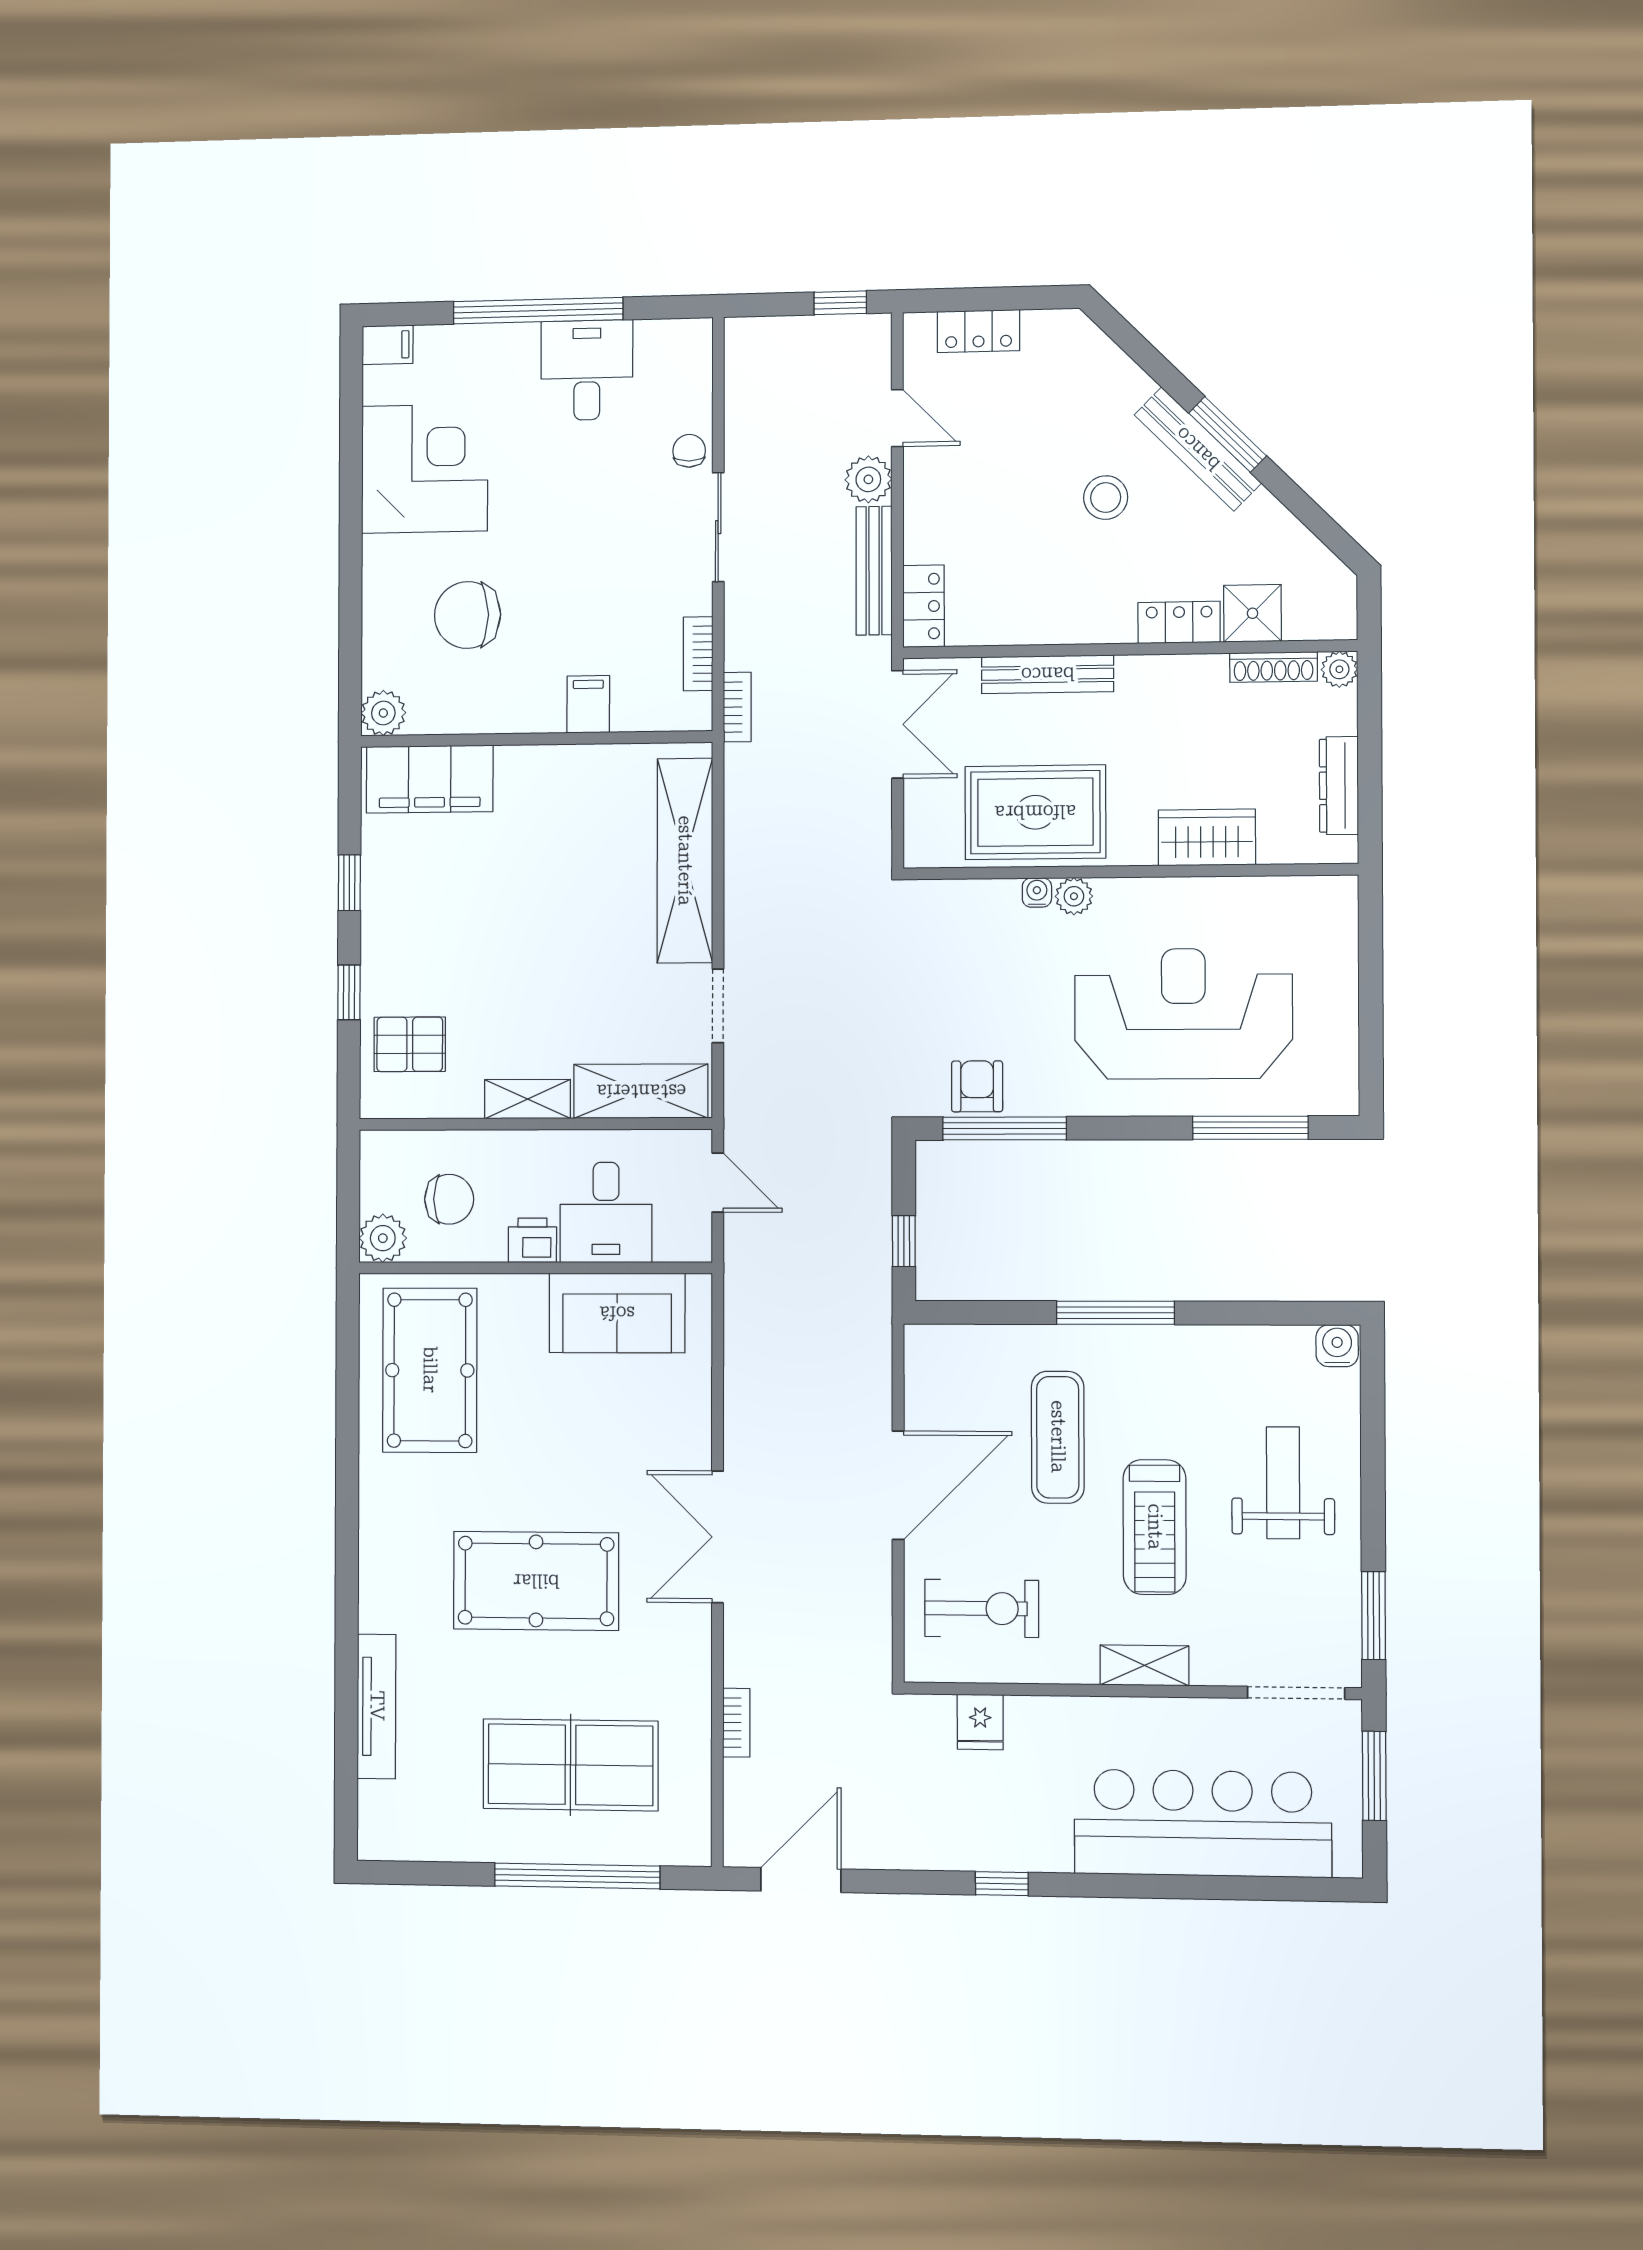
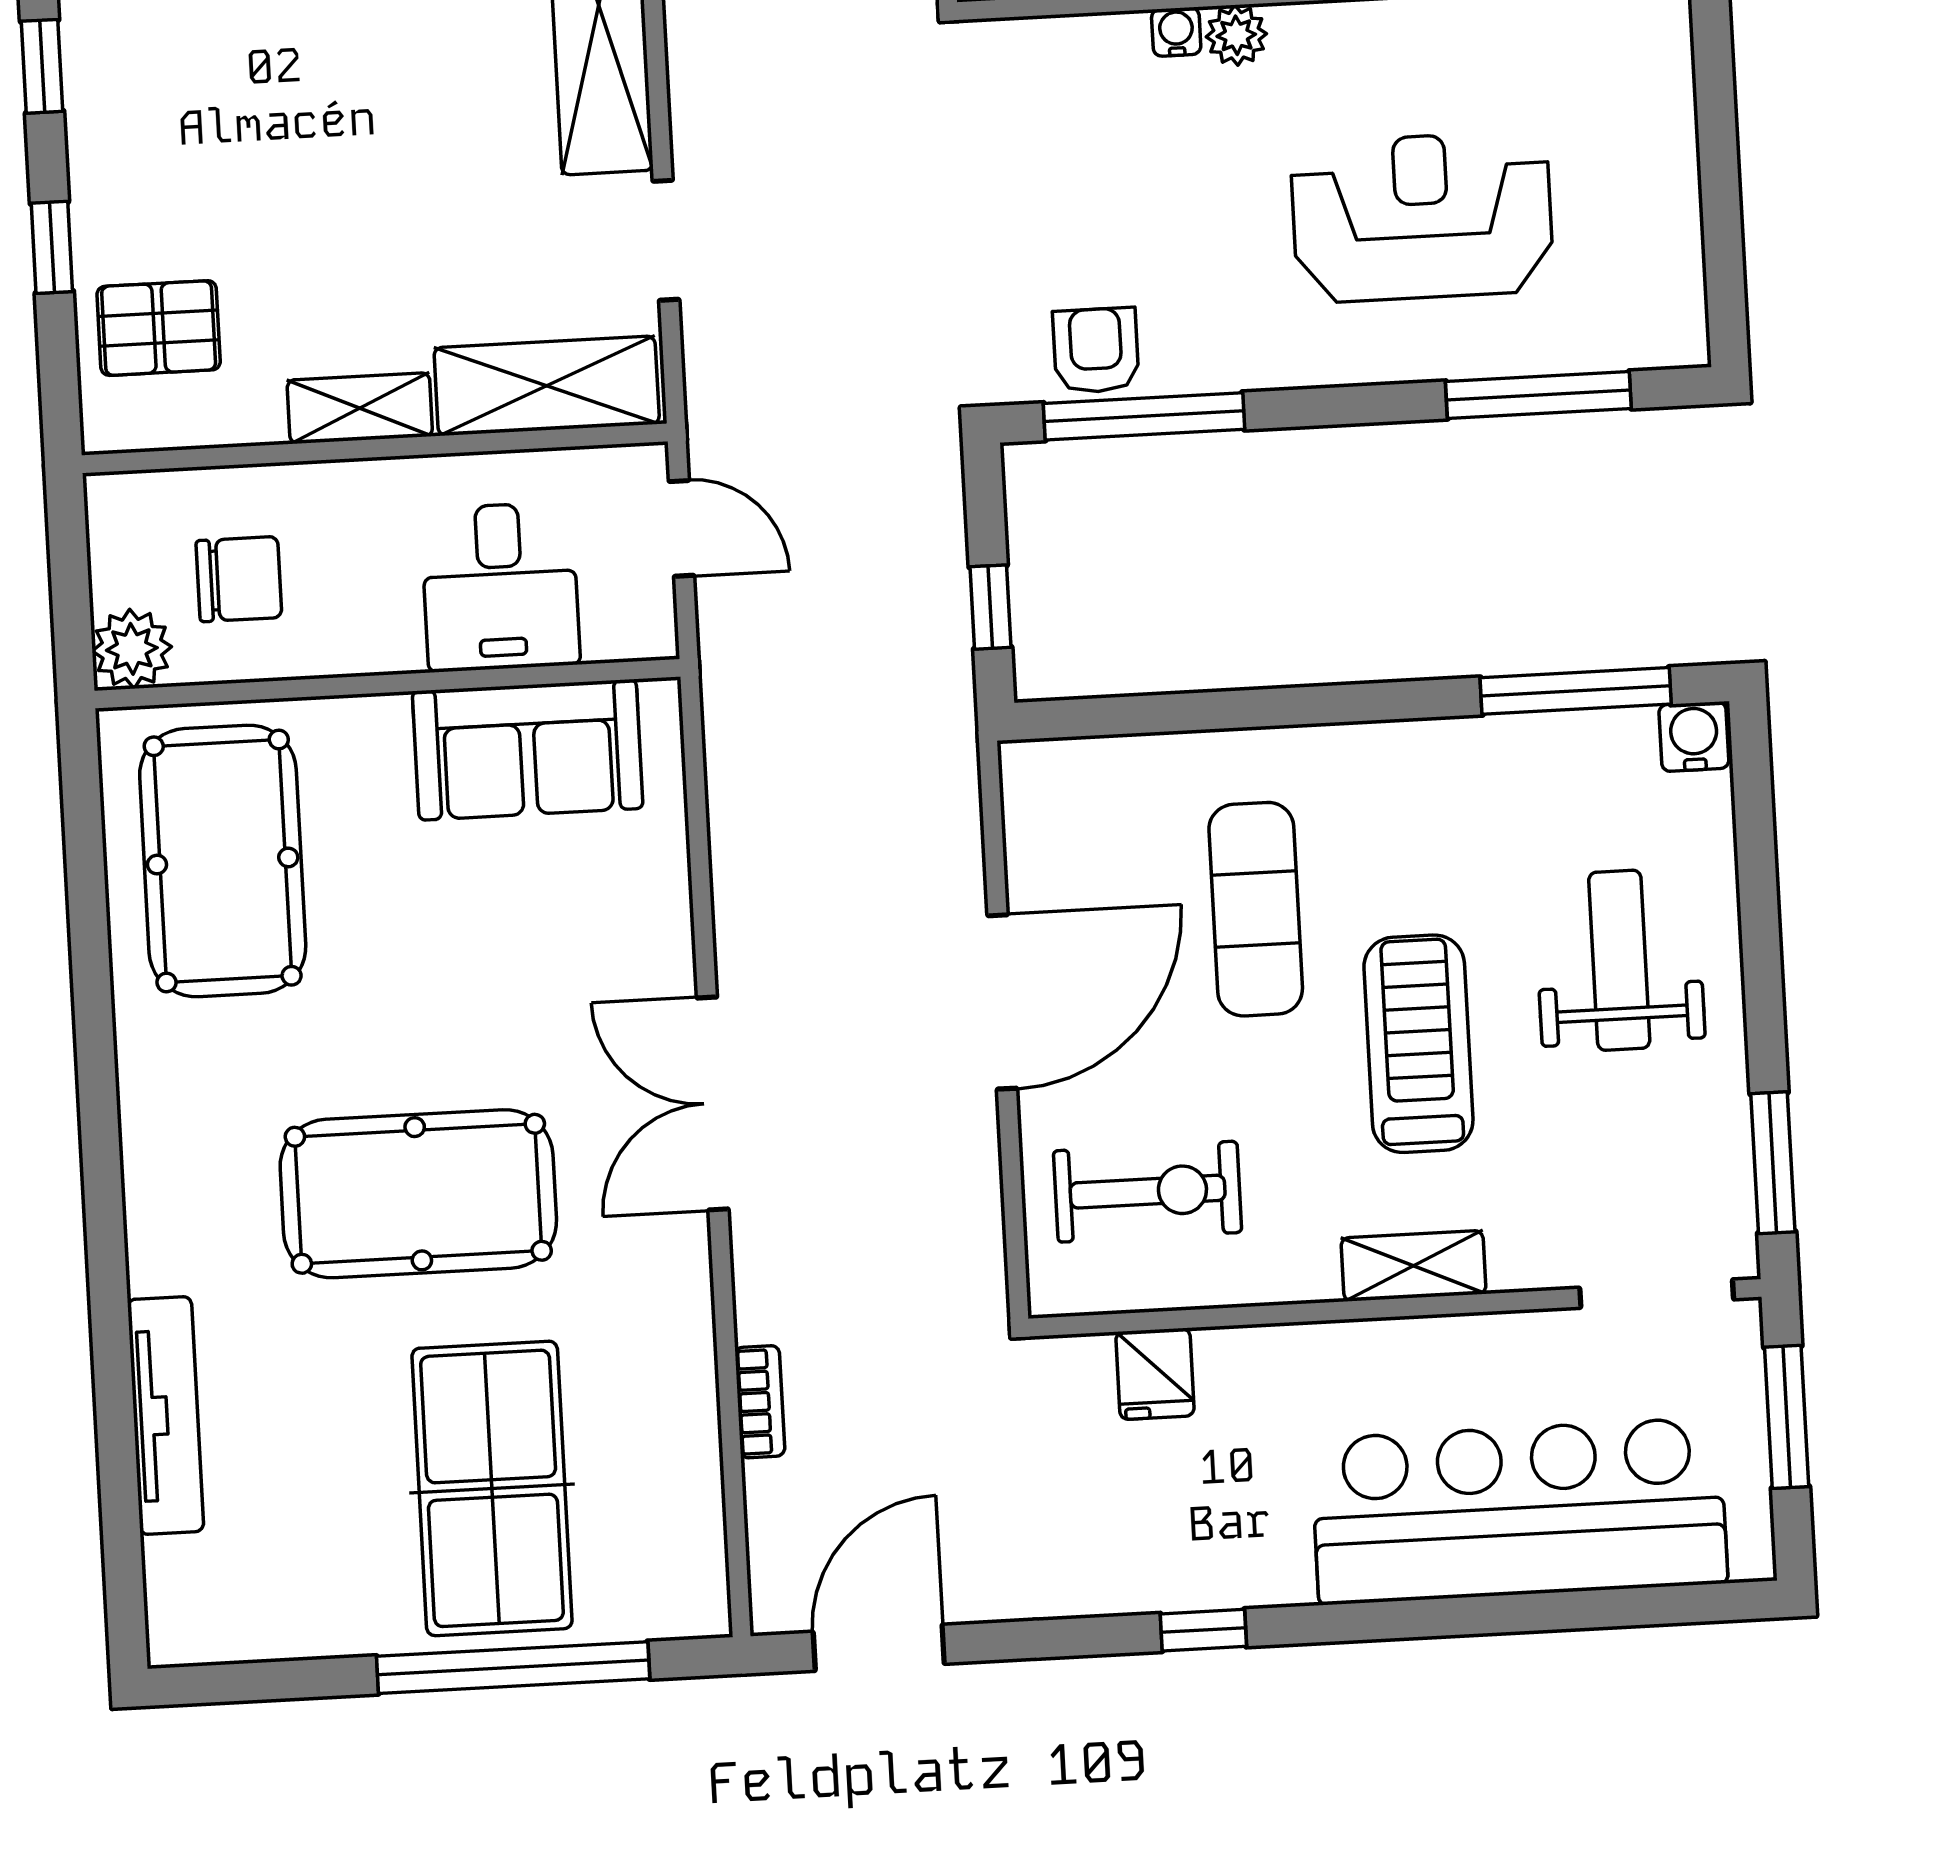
reception desk: (1183, 1014) -> (1422, 217), width x0.74, depth x0.77
printer: (532, 1240) -> (381, 639), removed
window: (1115, 1313) -> (1576, 691), moved
treadmill: (1155, 1527) -> (1418, 1044), turned 180
table tennis table: (571, 1765) -> (492, 1488), turned 90

